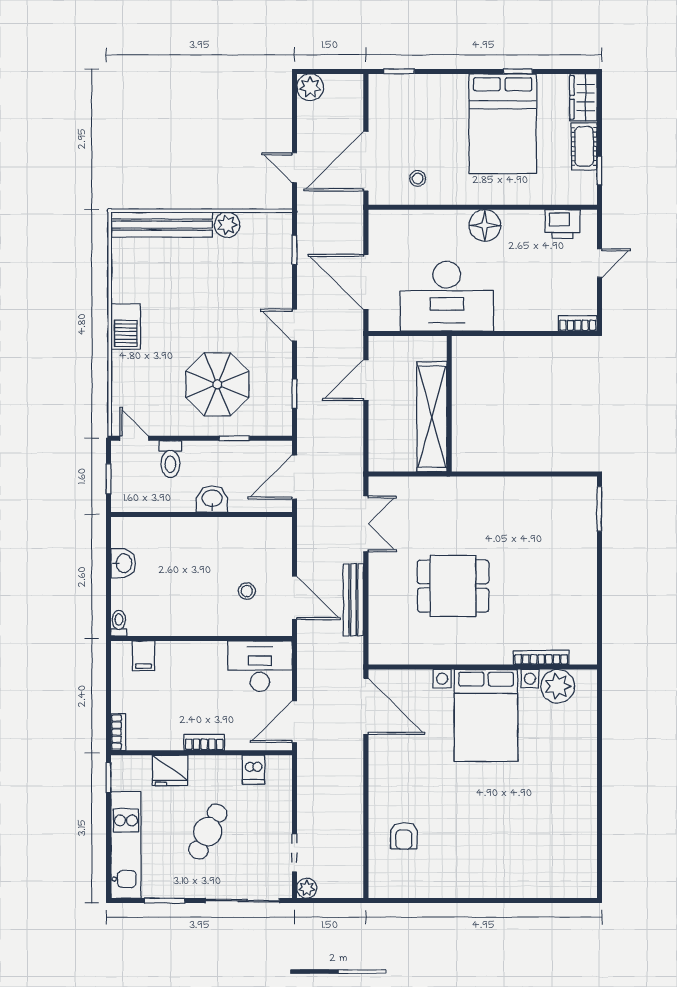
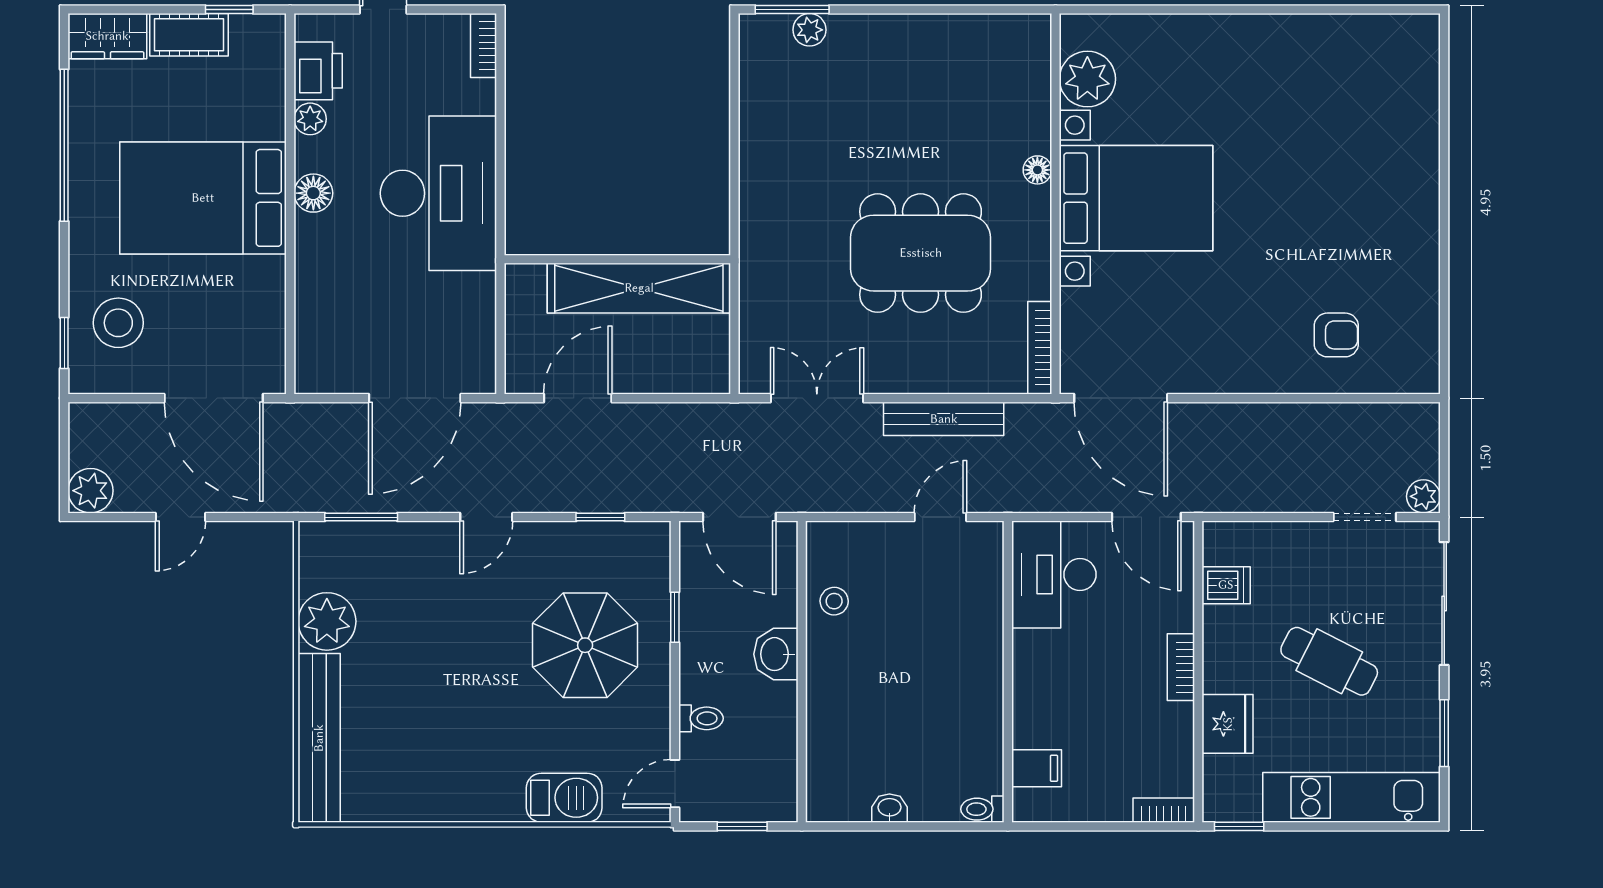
window: (518, 71) -> (64, 145), width x3.17
bed: (503, 124) -> (203, 198), moved, turned 180
door: (294, 168) -> (181, 517), moved
stool: (418, 178) -> (118, 323), moved, width x1.89, depth x1.89
plant: (534, 219) -> (310, 119), added
plant: (227, 225) -> (327, 621), width x1.36, depth x1.36
floor lamp: (485, 225) -> (313, 193), width x0.73, depth x0.73
window: (294, 250) -> (361, 517), width x1.50
desk: (447, 296) -> (438, 193), moved
barbecue: (126, 327) -> (564, 798), moved
door: (366, 380) -> (578, 398), swing flipped
toilet: (170, 459) -> (701, 718), width x0.73, depth x0.72
plant: (587, 519) -> (809, 30), added
washbasin: (123, 563) -> (889, 808), width x0.72, depth x0.69
dining table: (453, 586) -> (921, 253), width x1.38
stool: (247, 591) -> (834, 601), moved
door: (294, 598) -> (940, 517), width x0.73
floor lamp: (503, 656) -> (1037, 170), added
bookcase: (541, 658) -> (1040, 348), moved
door: (366, 706) -> (1121, 398), swing flipped

